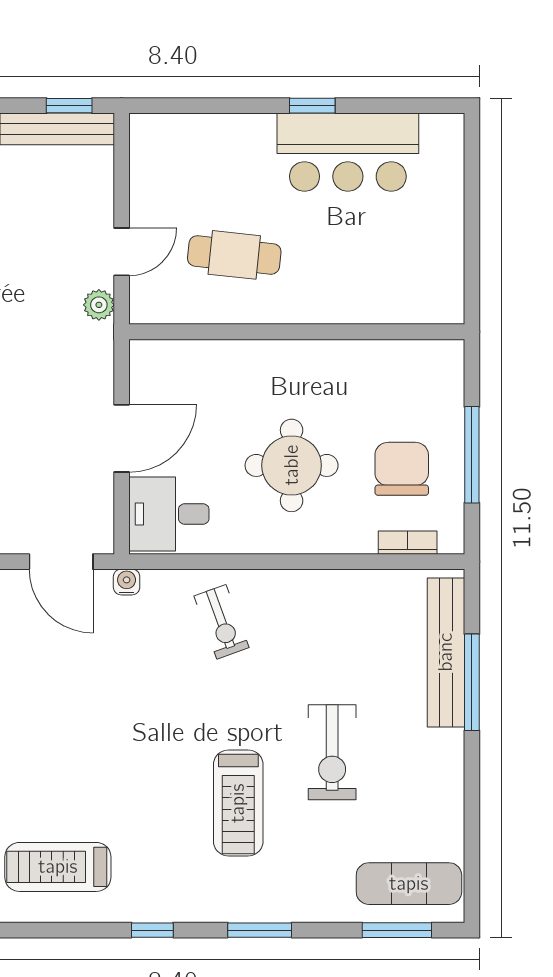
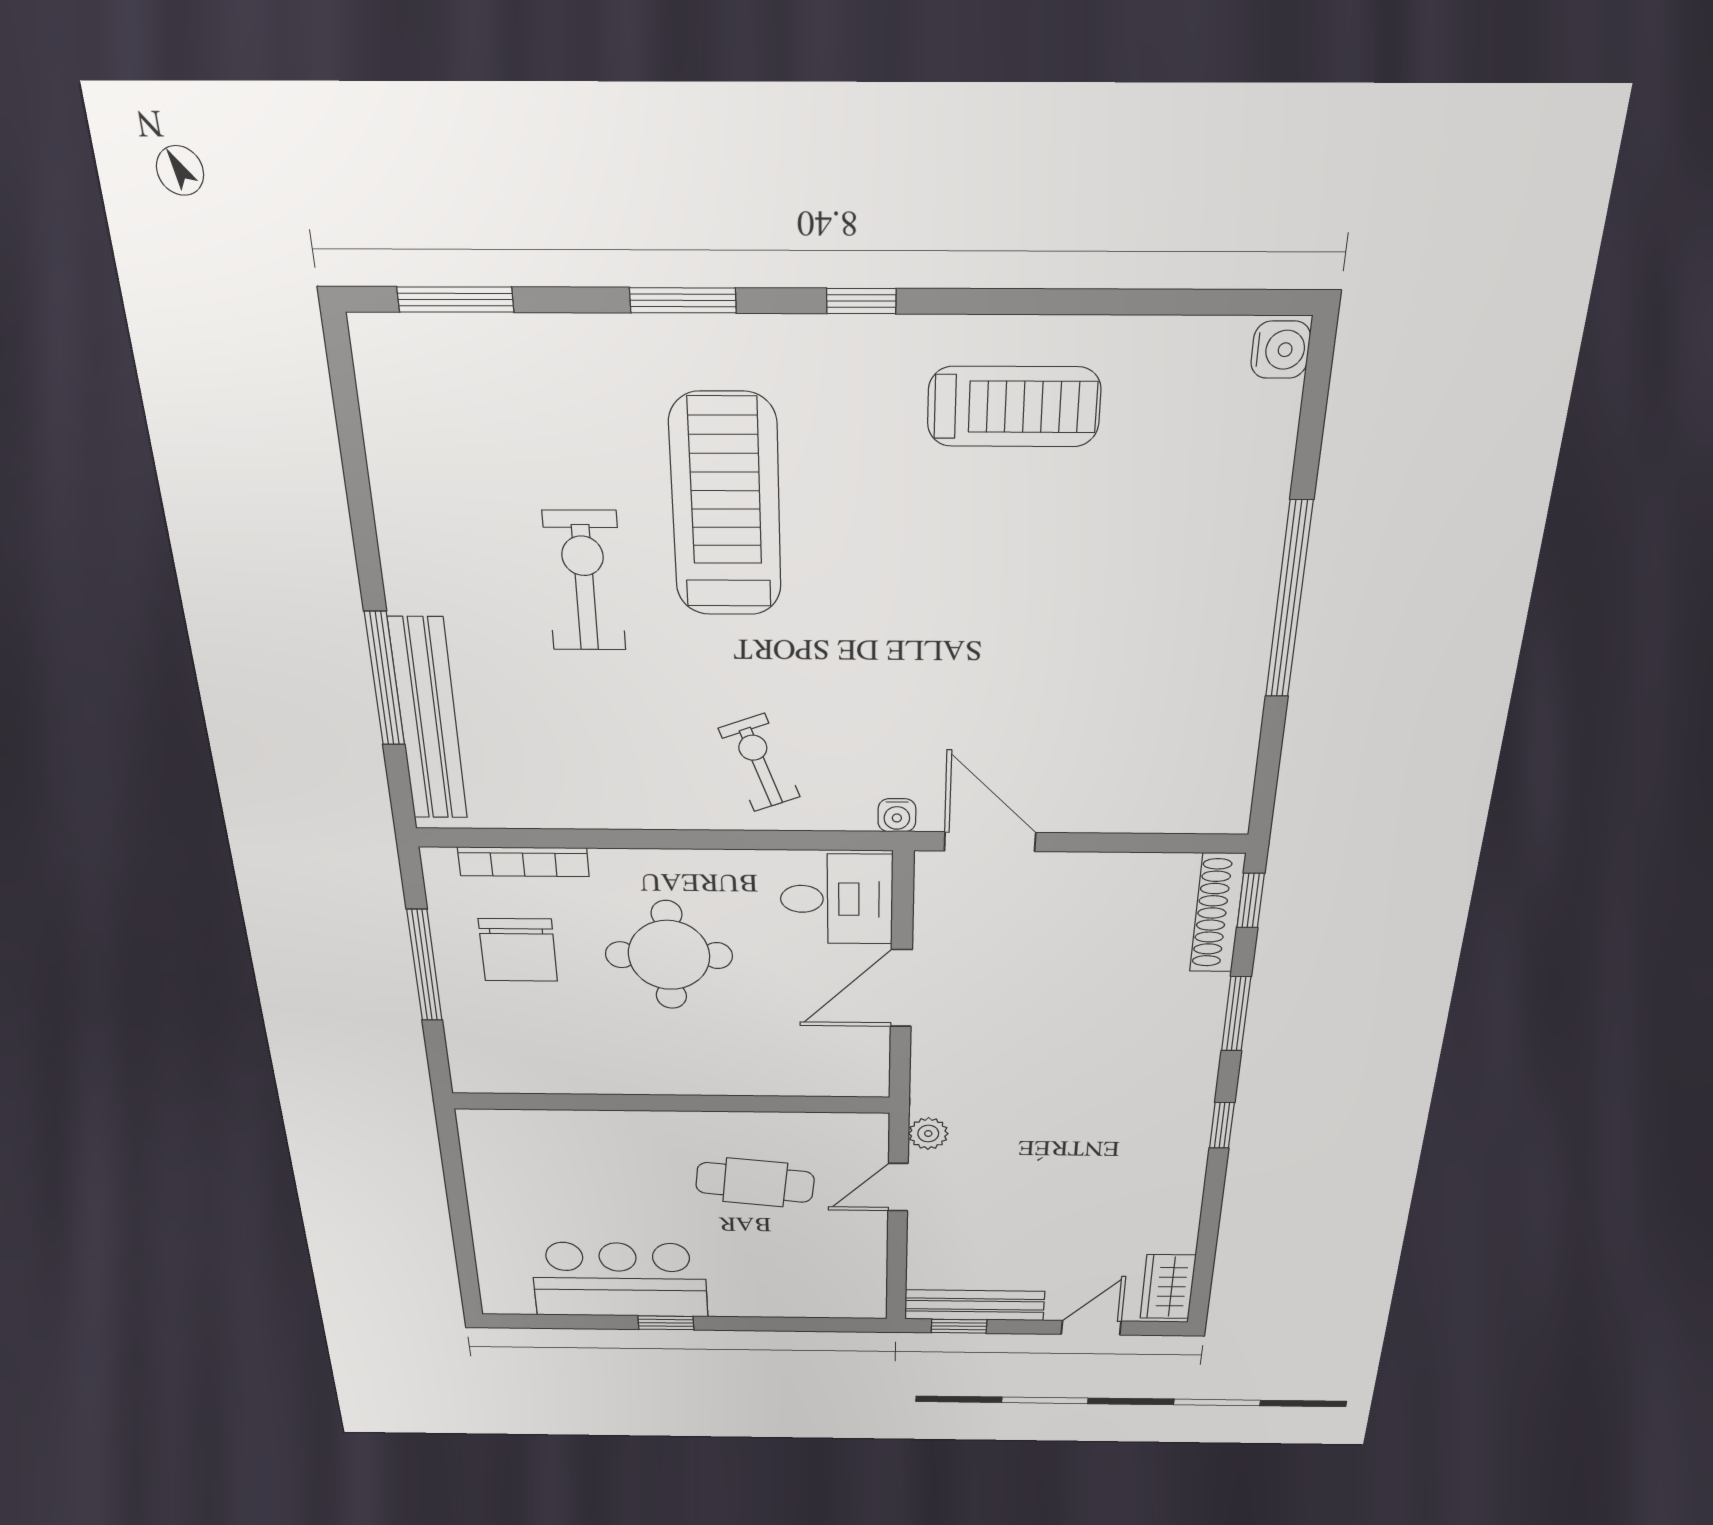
bookcase: (408, 543) -> (523, 862), width x1.56
treadmill: (238, 803) -> (726, 506), width x1.37, depth x1.38
exercise mat: (409, 884) -> (444, 377), removed

